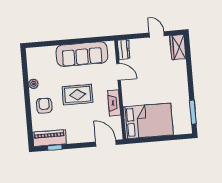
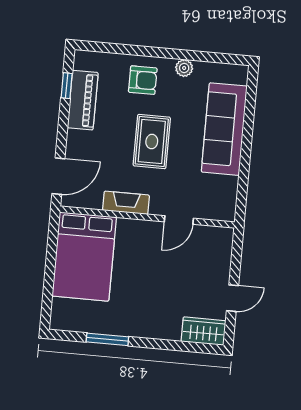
dresser: (124, 49) -> (216, 236), removed
sofa: (82, 54) -> (224, 129), moved
window: (193, 112) -> (107, 339), moved
piano: (49, 138) -> (83, 100), moved

